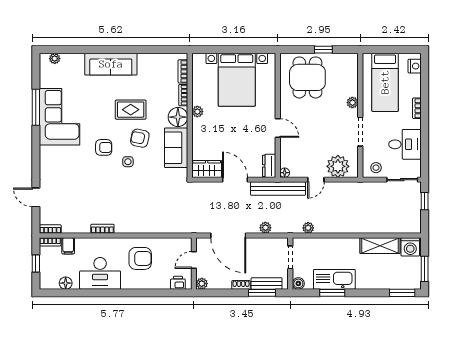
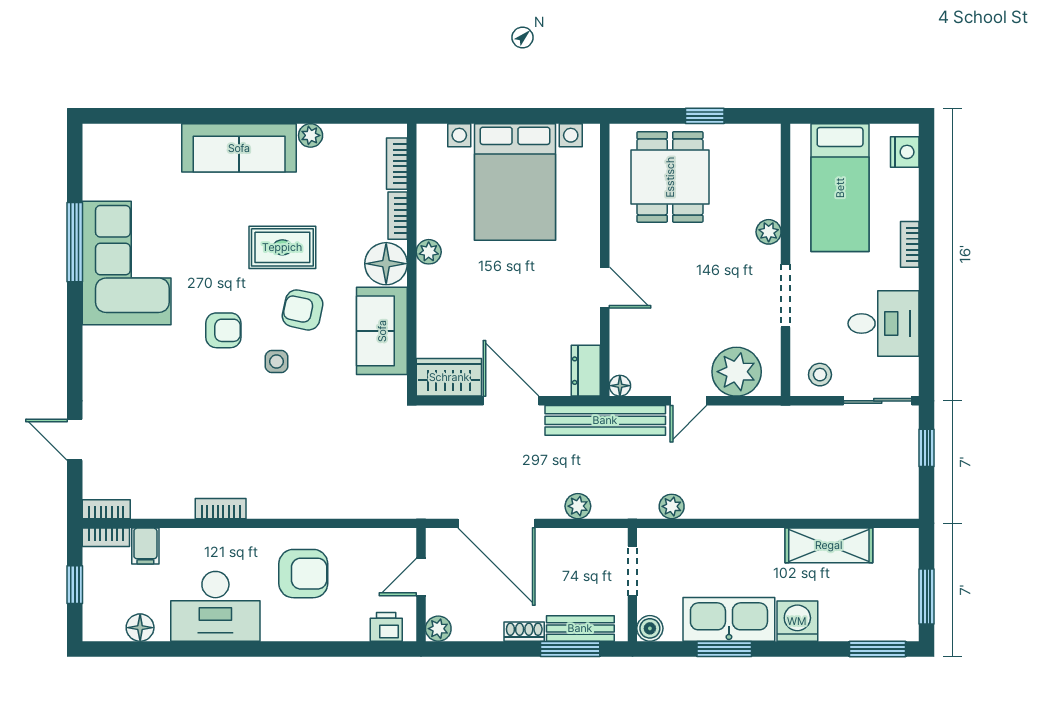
plant: (55, 59) -> (311, 135), moved
washing machine: (410, 247) -> (797, 621), moved, turned 180

